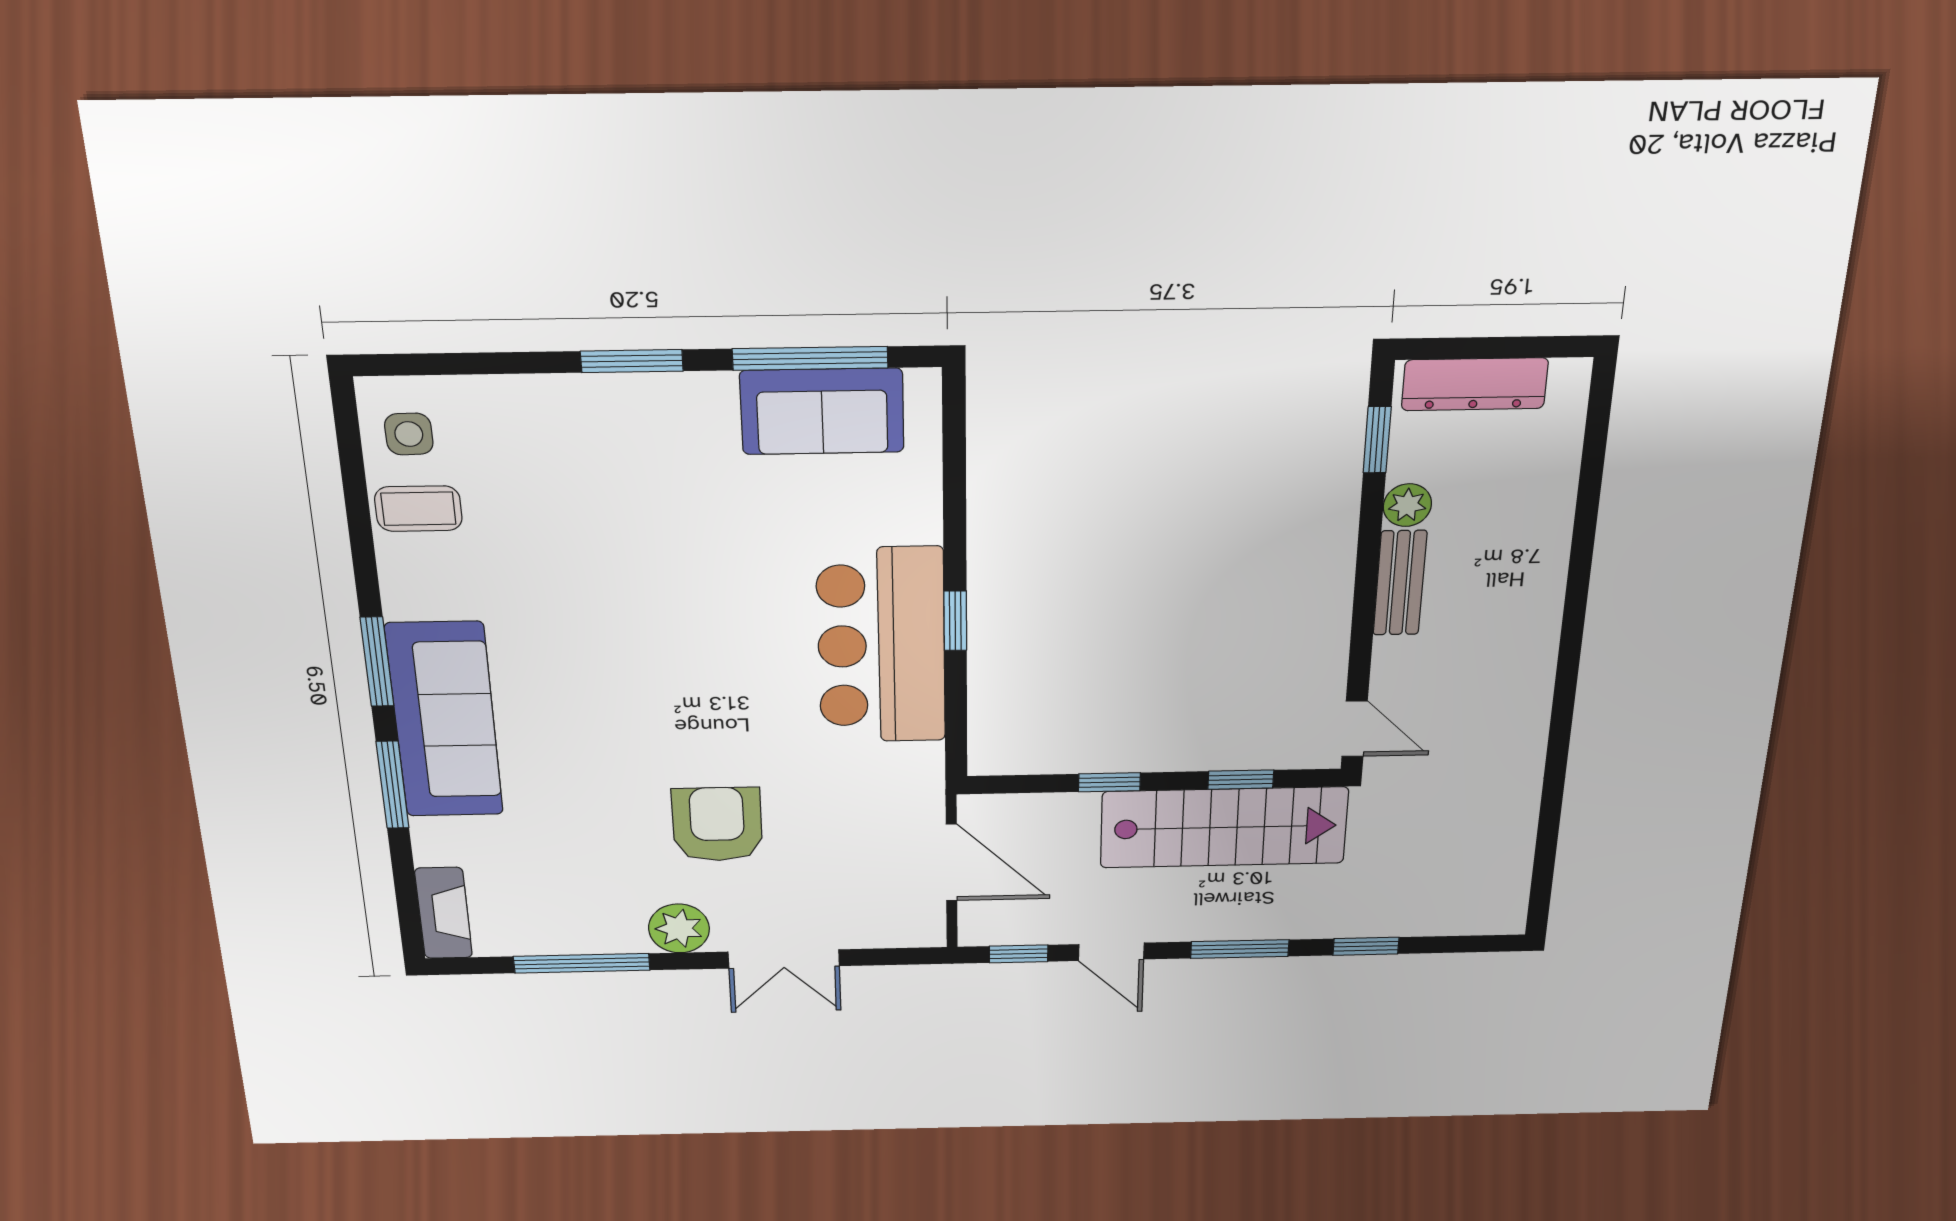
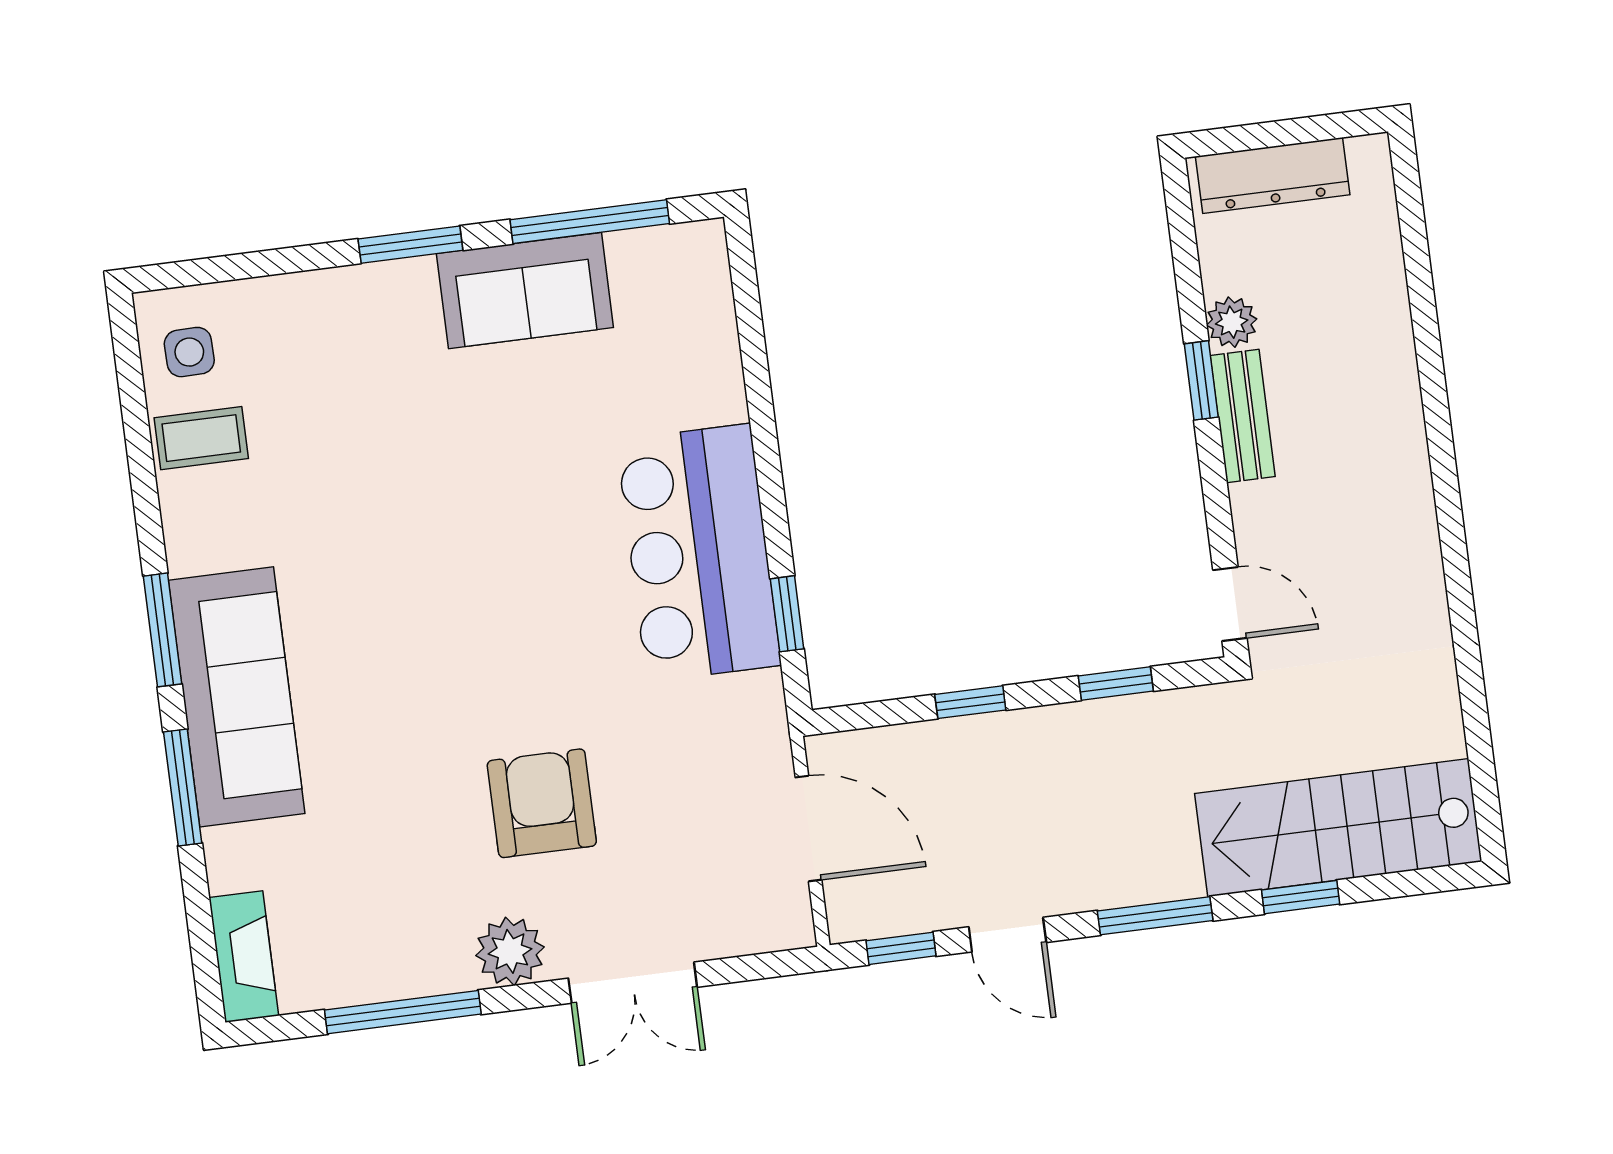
sofa: (822, 411) -> (525, 291), moved
window: (1377, 440) -> (1201, 380), moved
window: (955, 621) -> (787, 614), moved
stairs: (1224, 827) -> (1338, 828), moved, turned 180

